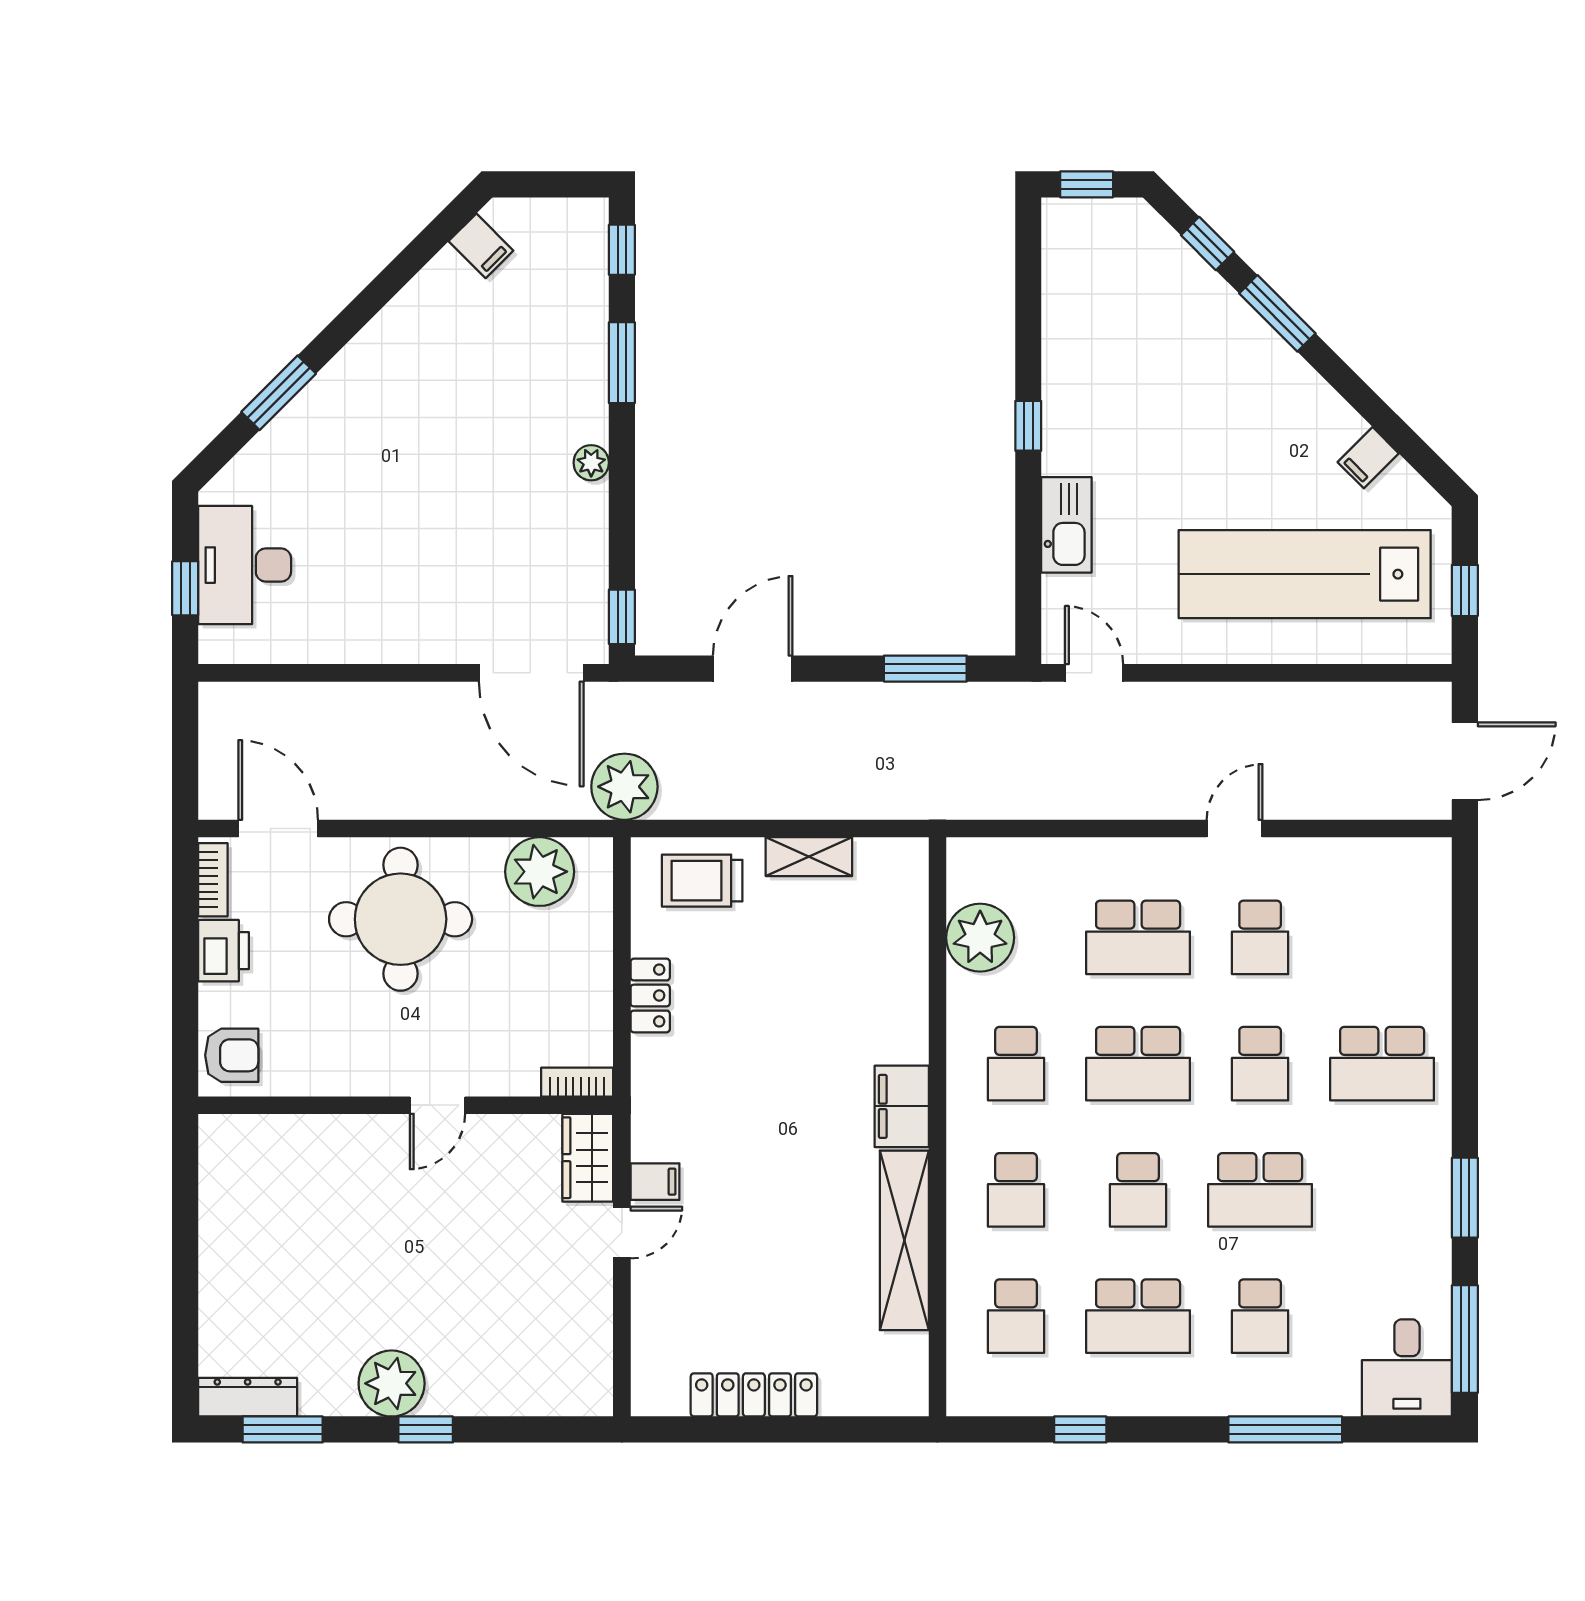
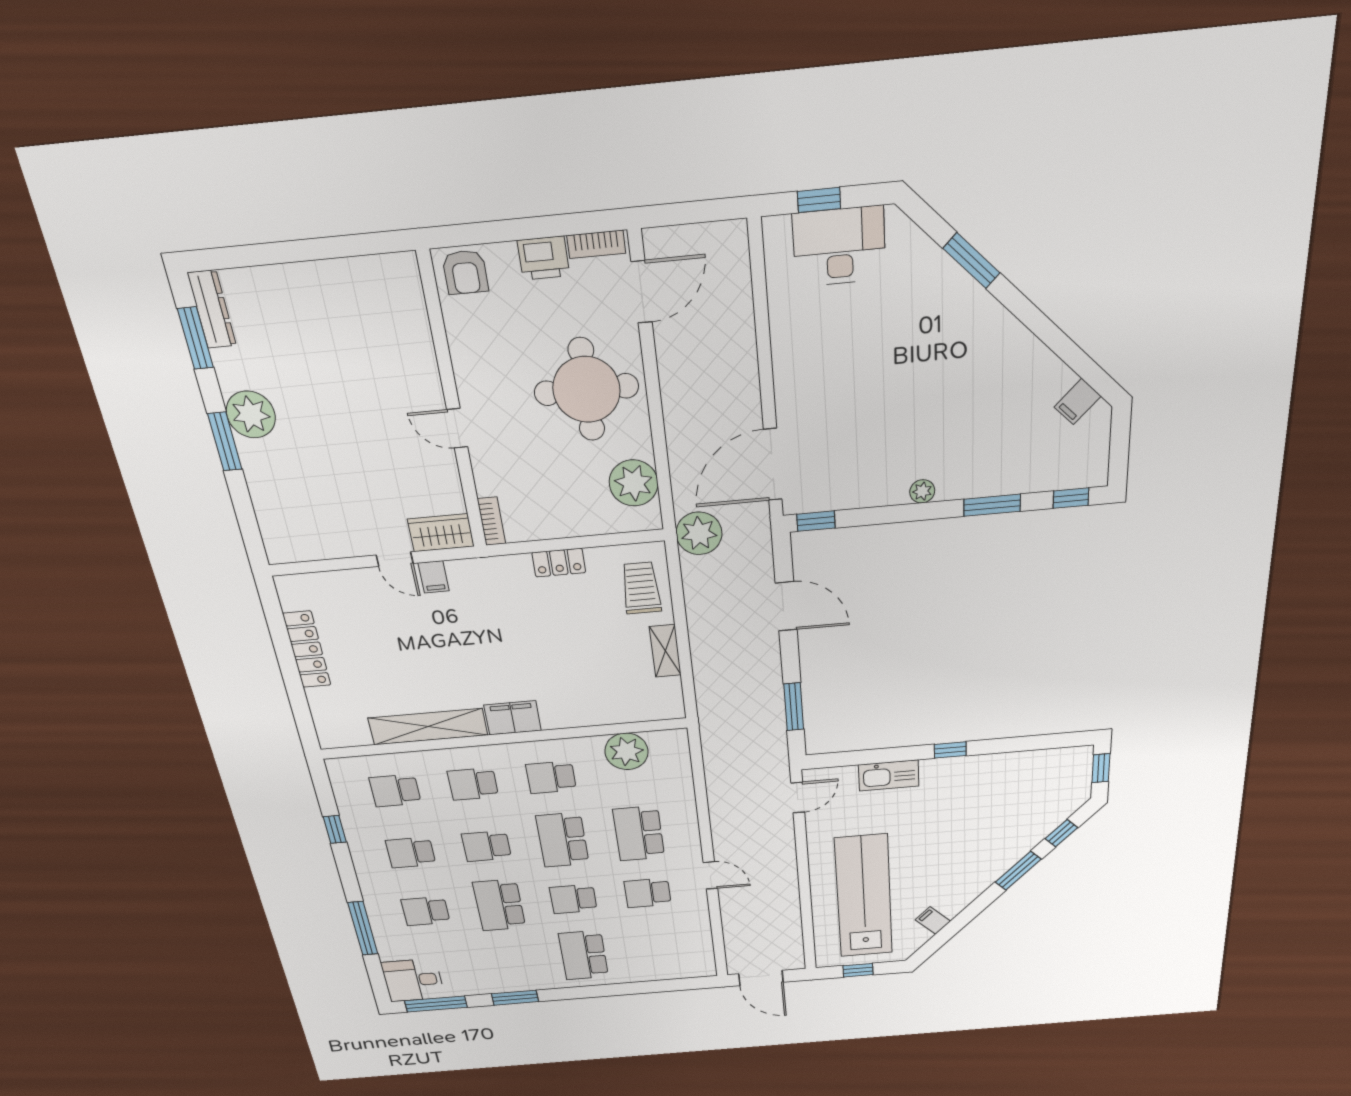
school desk: (1138, 1316) -> (411, 853), width x0.54
window: (426, 1429) -> (225, 442), width x1.50

